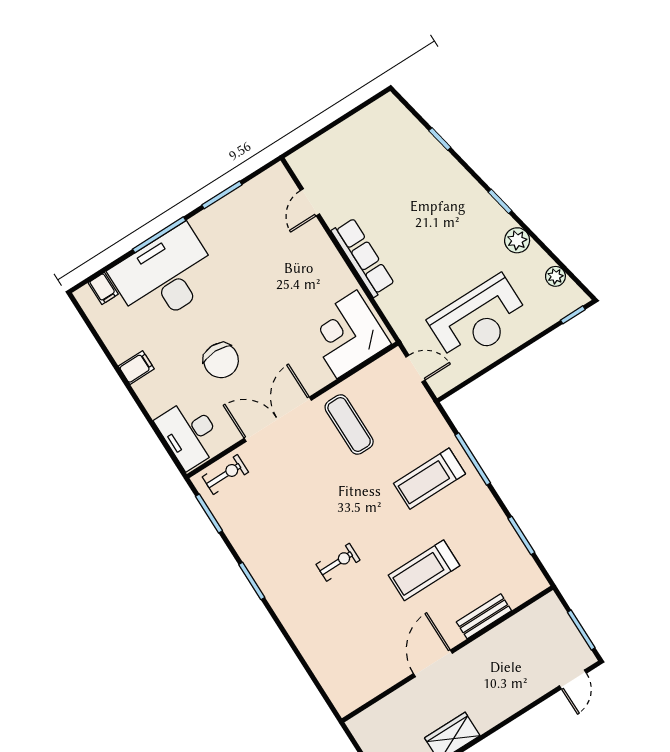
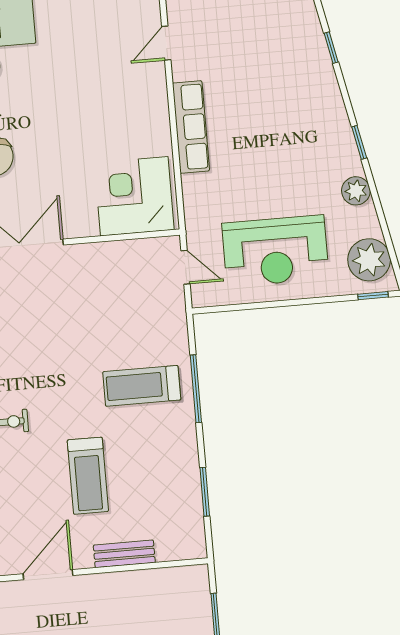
plant: (555, 276) -> (369, 260), width x1.88, depth x1.88
exercise mat: (349, 425) -> (89, 289), removed
treadmill: (424, 570) -> (88, 476), turned -90

